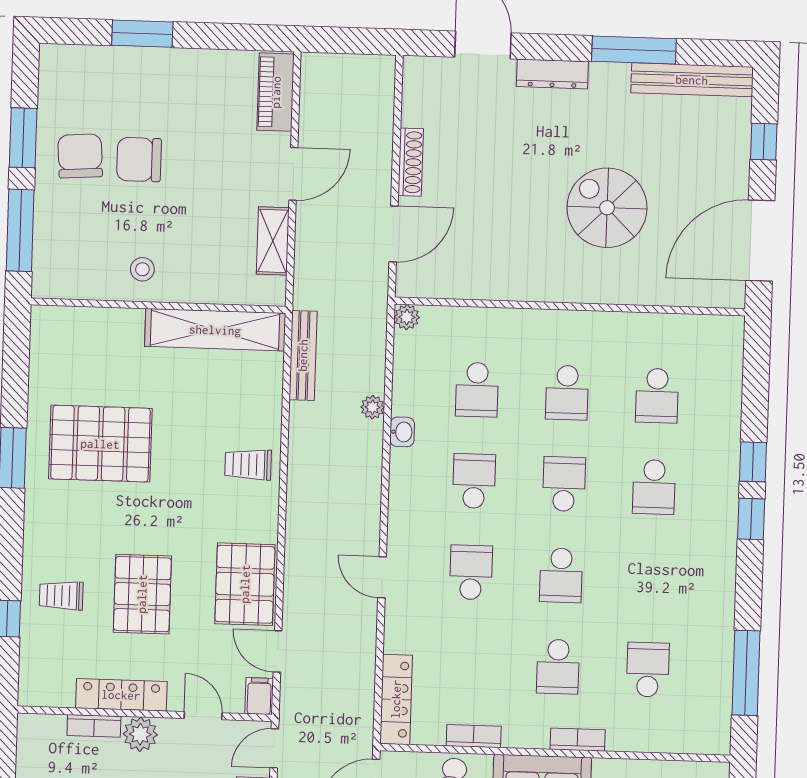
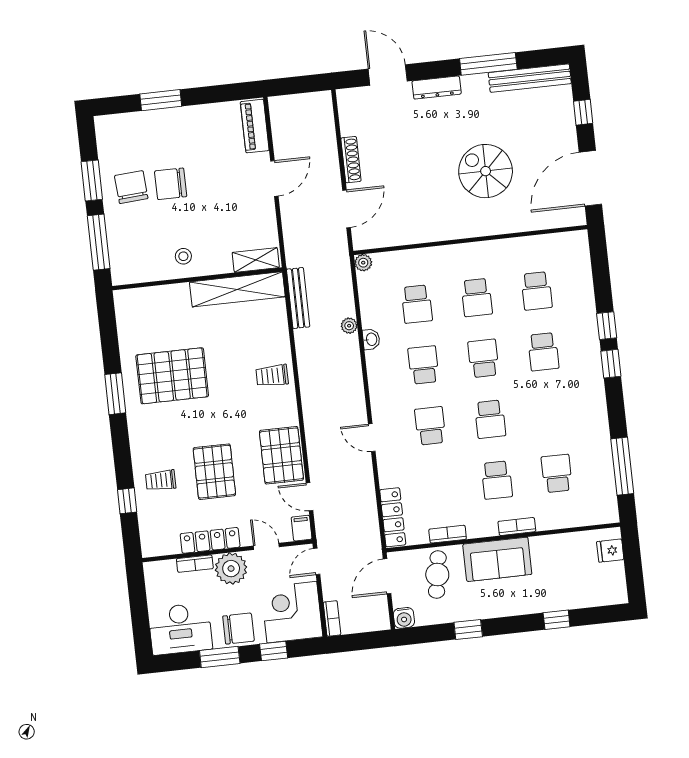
shelving: (273, 241) -> (256, 260), moved, turned 90
plant: (140, 734) -> (231, 569), width x1.36, depth x1.36

